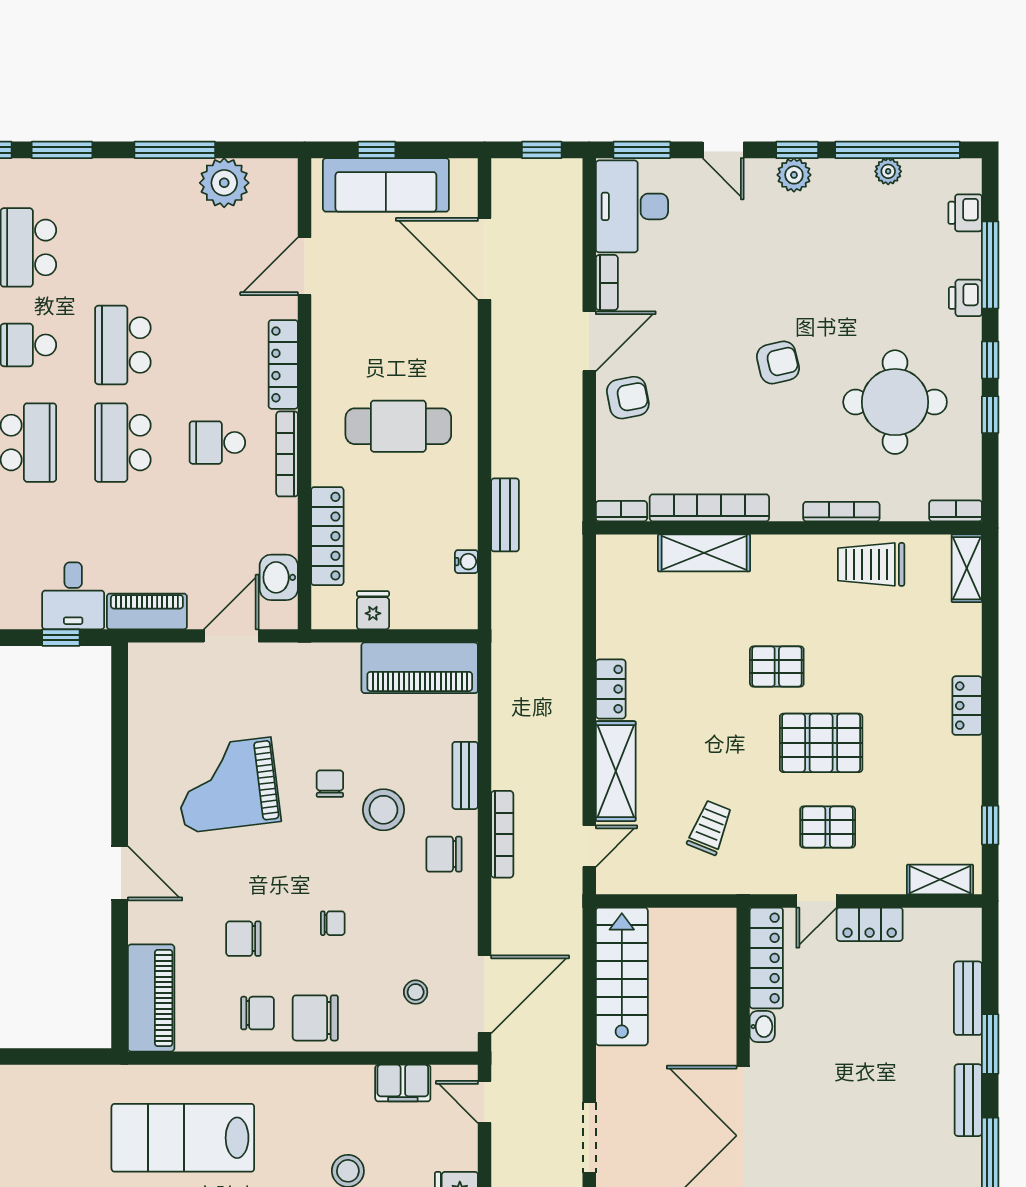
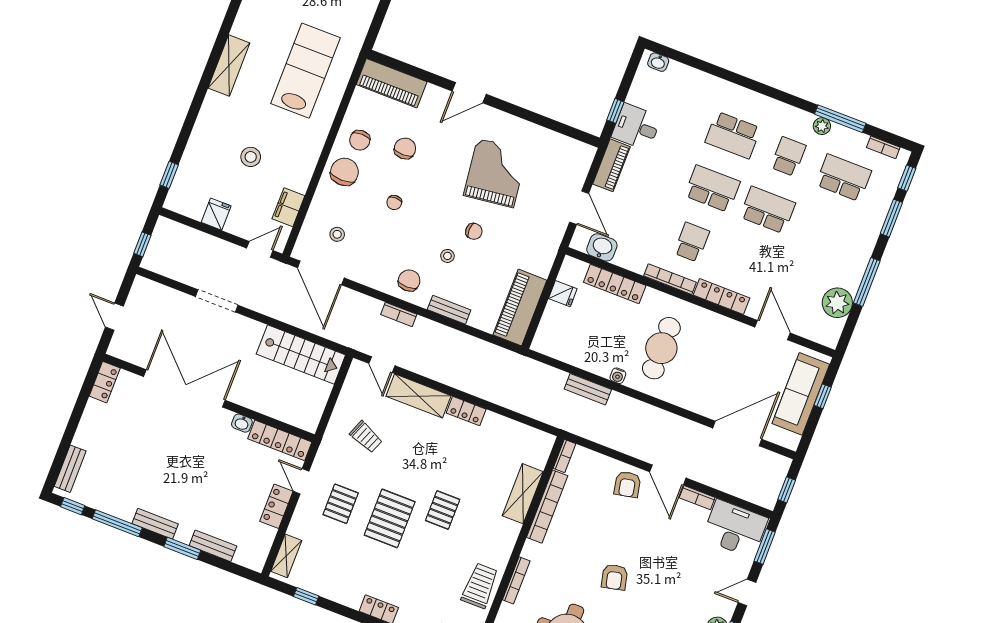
water cooler: (466, 562) -> (618, 376), moved
stool: (383, 810) -> (447, 256), width x0.53, depth x0.53
bookcase: (502, 834) -> (399, 314), width x0.64

